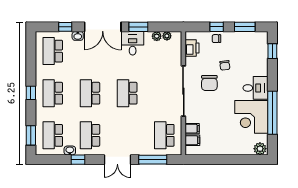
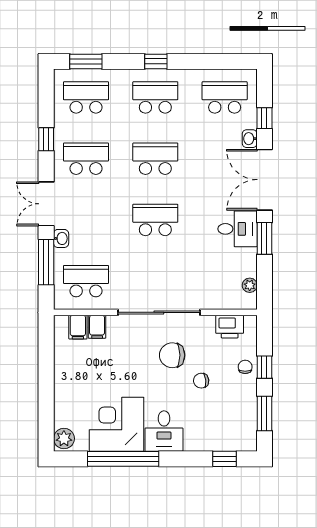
plant: (157, 36) -> (249, 269), removed
washbasin: (70, 150) -> (61, 238), moved

